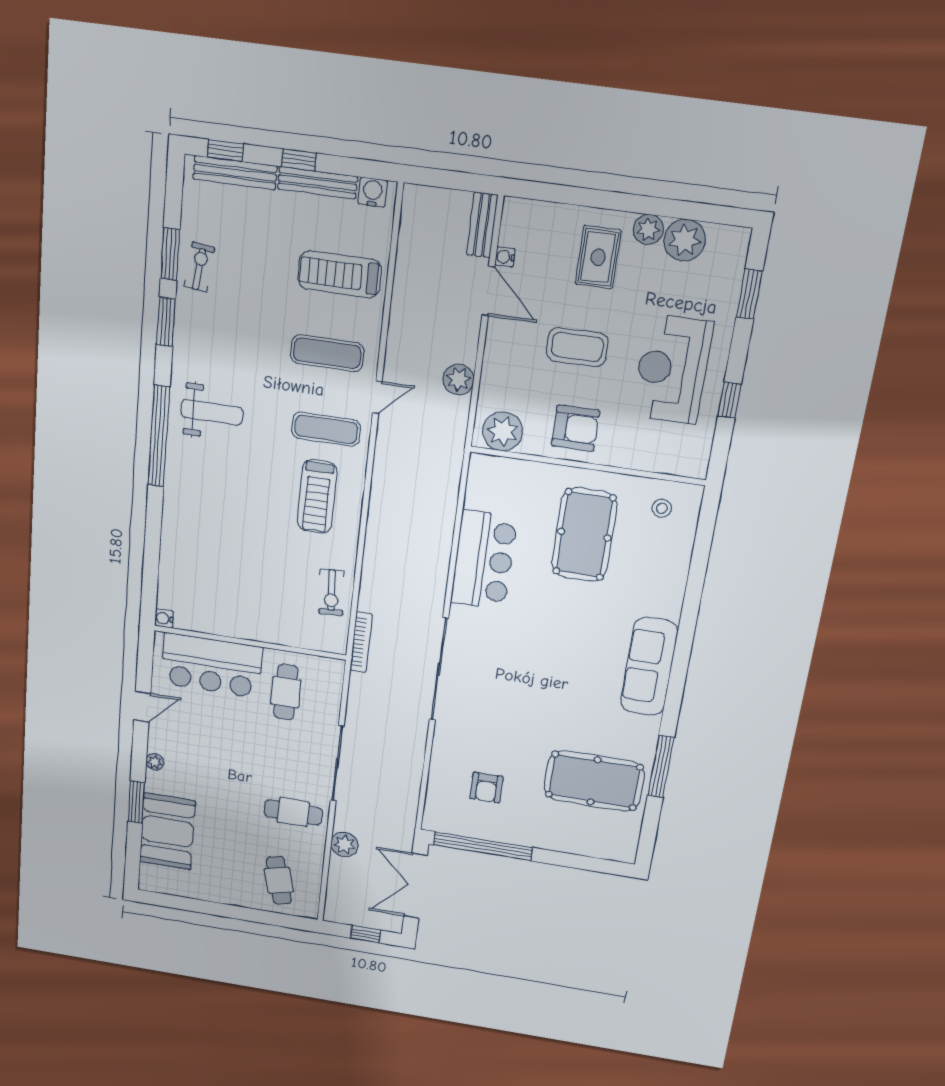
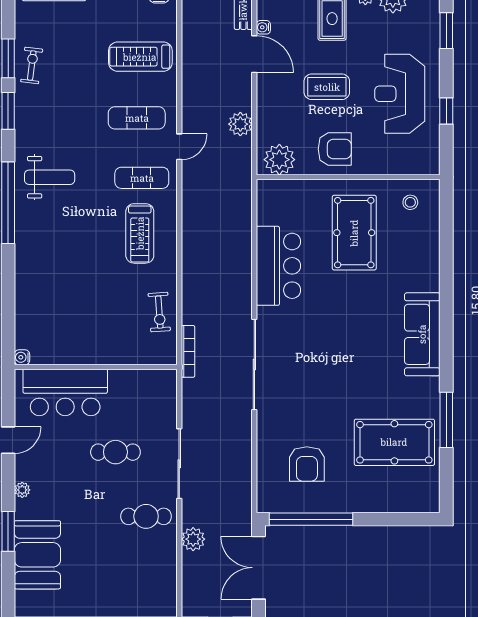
cafe table: (286, 692) -> (115, 452), moved, turned 90
armchair: (486, 788) -> (307, 464), width x1.38, depth x1.38
cafe table: (279, 880) -> (139, 585), removed

